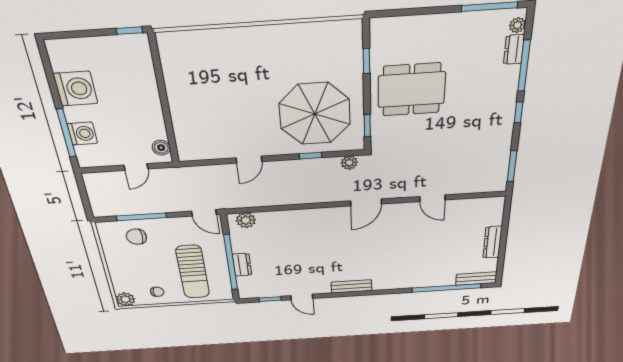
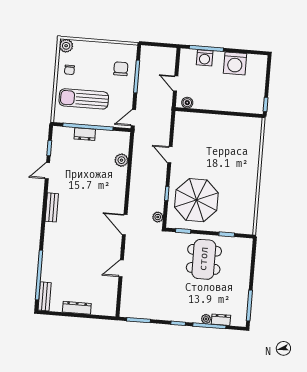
plant: (517, 25) -> (206, 319), moved
plant: (246, 220) -> (121, 160), moved

